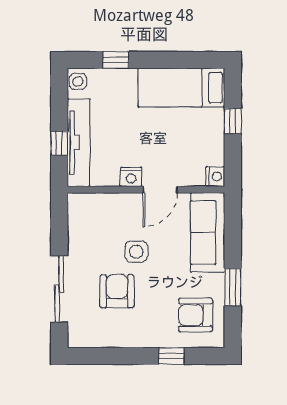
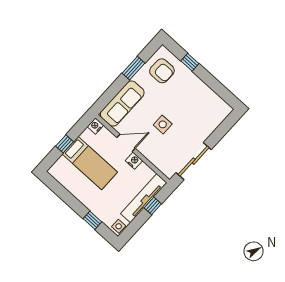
bed: (181, 88) -> (90, 163), moved
sliding door: (59, 289) -> (194, 161), moved
armchair: (117, 291) -> (188, 114), removed

